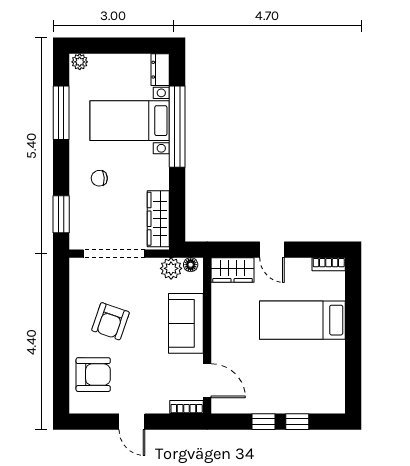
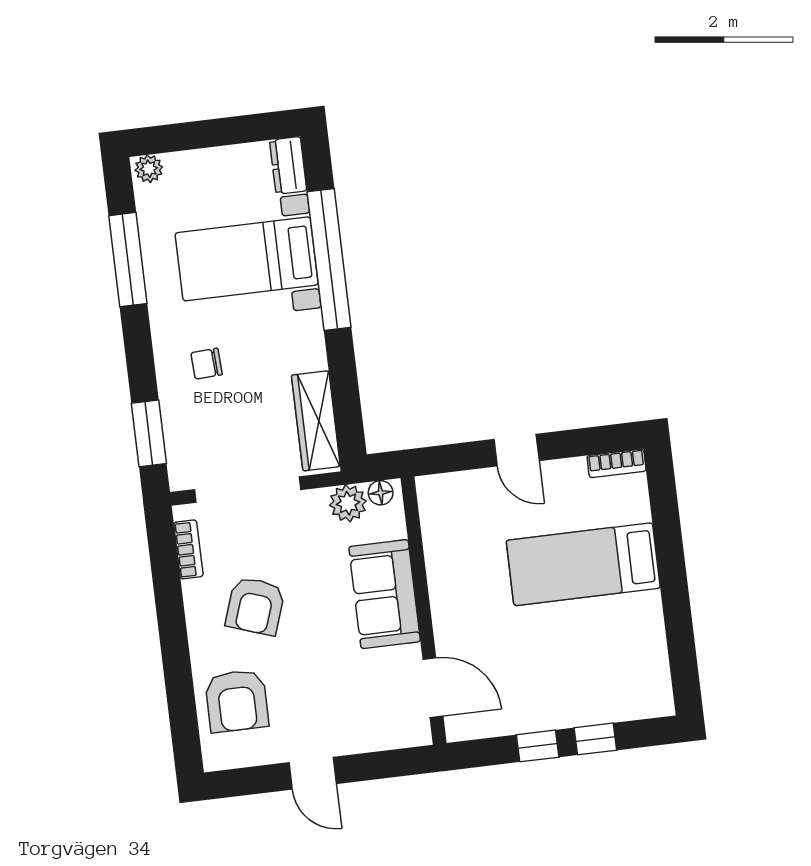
wardrobe: (233, 270) -> (453, 493), removed
armchair: (93, 375) -> (237, 701), turned 90
bookcase: (187, 407) -> (188, 549), moved, turned 90

